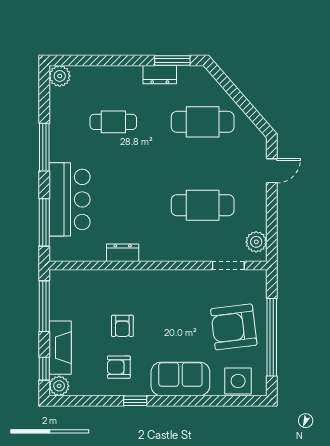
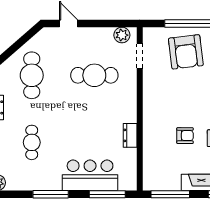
cafe table: (203, 205) -> (94, 75), turned 90

